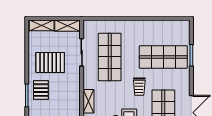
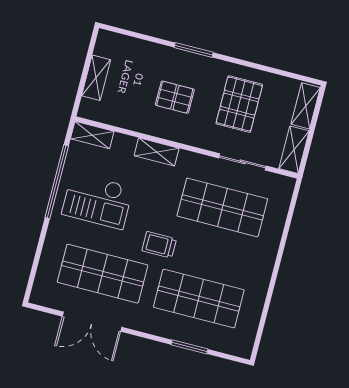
shop shelf: (163, 57) -> (199, 299), turned 90
pallet: (41, 90) -> (175, 97), moved

